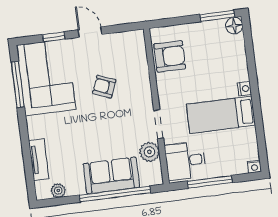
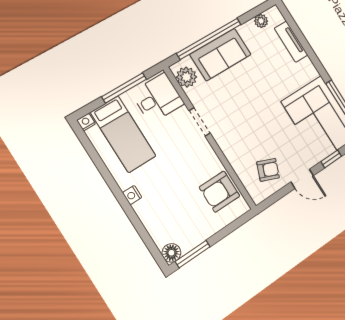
armchair: (104, 87) -> (268, 170), moved
bed: (221, 115) -> (123, 134), moved, turned 90
plant: (149, 152) -> (187, 77), moved

